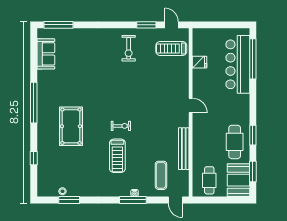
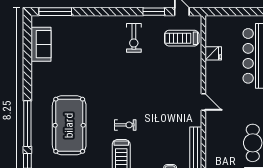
window: (34, 103) -> (27, 124), moved
pool table: (71, 126) -> (69, 125), width x1.36, depth x1.32

